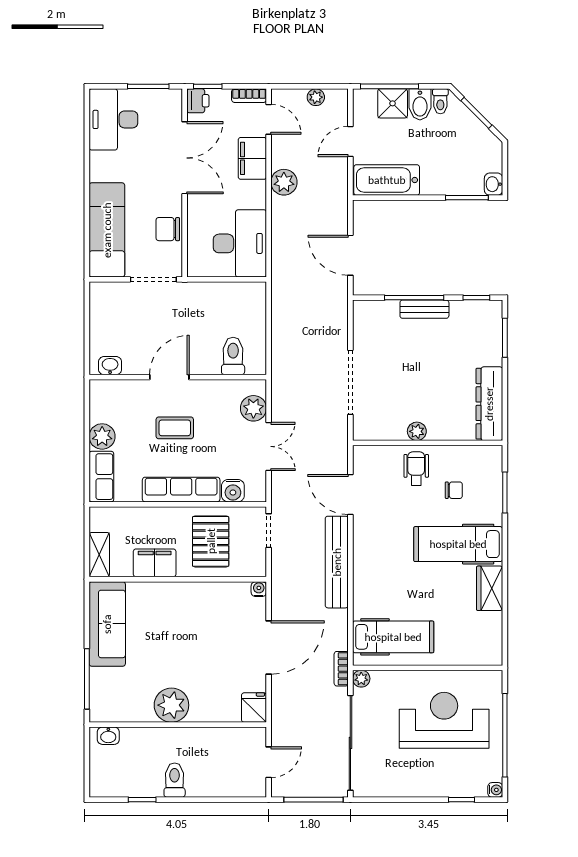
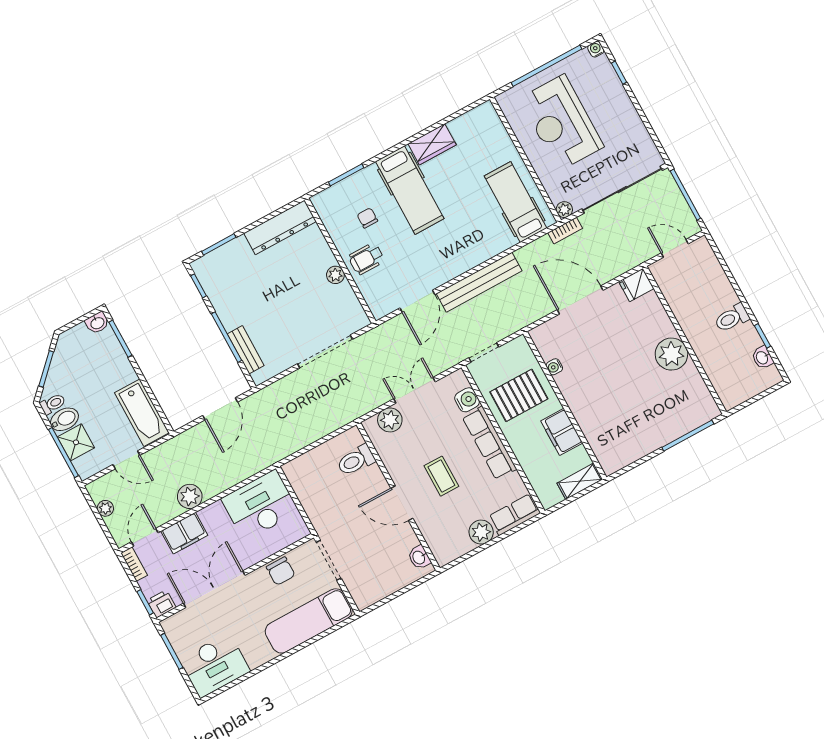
bench: (424, 309) -> (246, 350), moved
water cooler: (259, 589) -> (554, 367), moved
sofa: (107, 624) -> (633, 444), removed
washbasin: (108, 736) -> (762, 358), moved, turned 180

